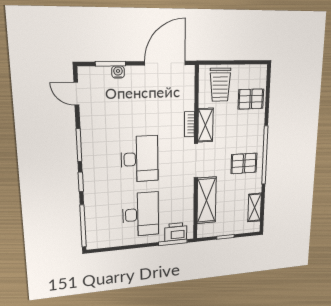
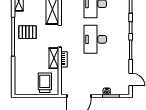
pallet: (251, 99) -> (24, 73), removed

